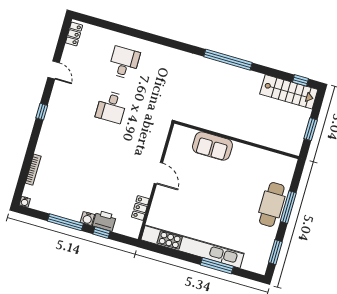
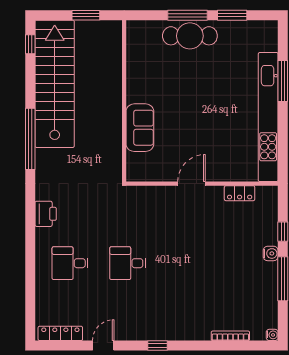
locker: (74, 34) -> (60, 333), width x1.53
stairs: (289, 92) -> (55, 84), width x1.86, depth x1.51
desk: (111, 107) -> (128, 263), turned 180
printer: (104, 221) -> (46, 214), moved, turned 180
window: (275, 252) -> (232, 15), moved

